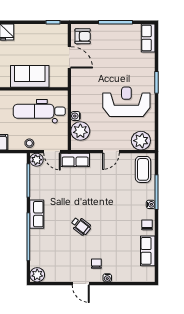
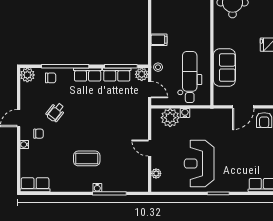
reception desk: (126, 102) -> (199, 163), turned 180
plant: (141, 141) -> (156, 173), width x0.53, depth x0.53
door: (52, 152) -> (150, 90), swing flipped
row of seats: (75, 160) -> (117, 74), moved, turned -90
coffee table: (143, 169) -> (87, 158), moved
chair: (147, 225) -> (51, 78), moved
wheelchair: (81, 226) -> (56, 112), moved
row of seats: (148, 251) -> (35, 185), moved

